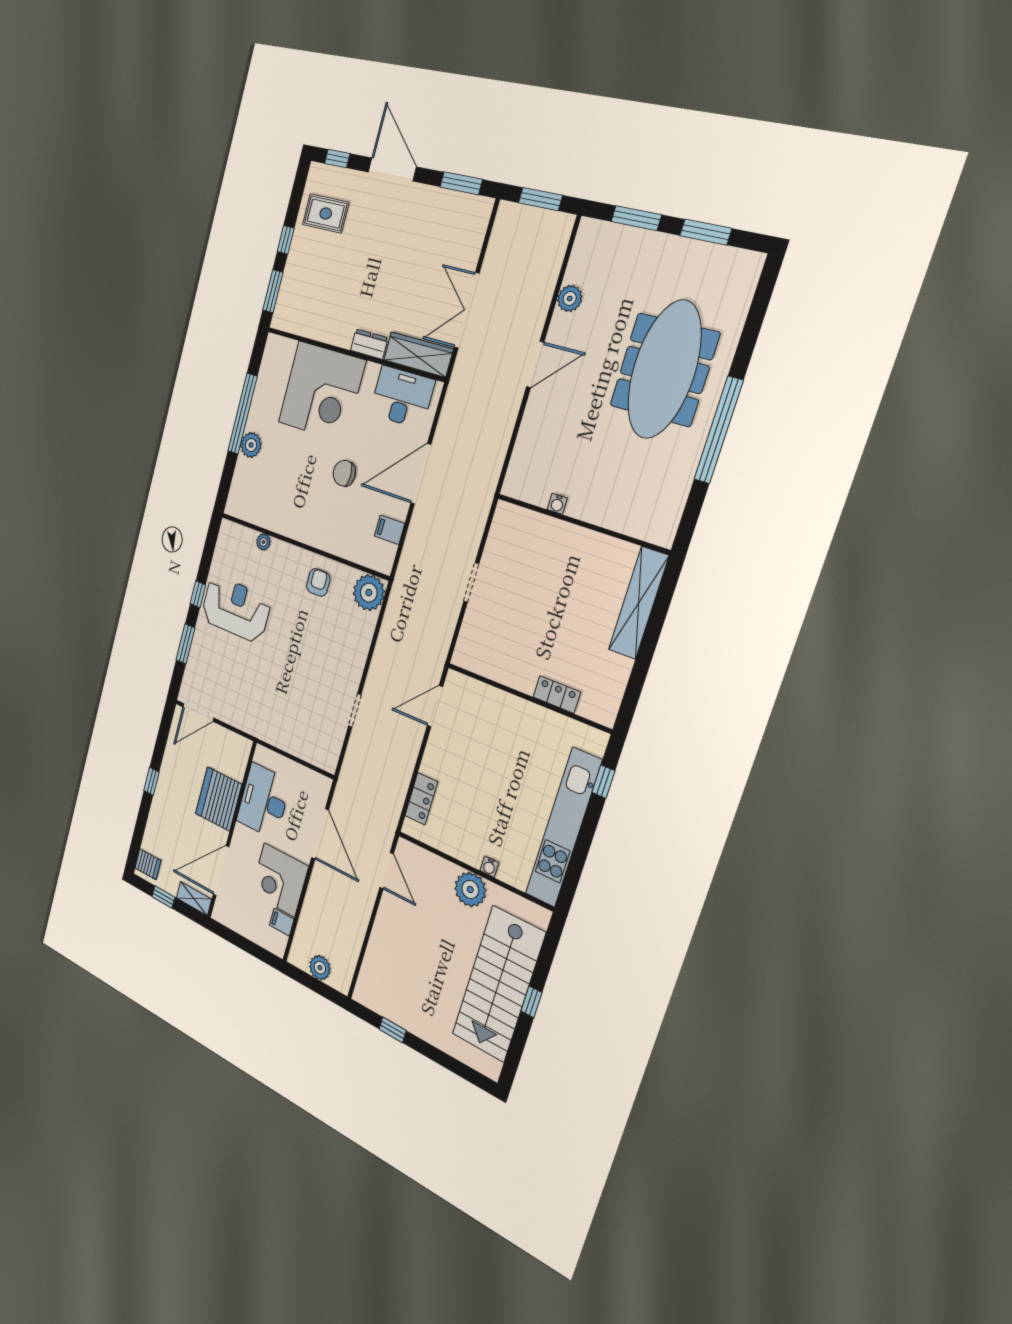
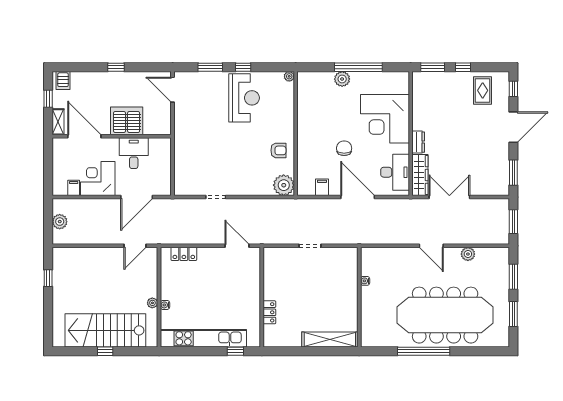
meeting table: (664, 370) -> (445, 315), width x1.36, depth x1.27
plant: (263, 542) -> (289, 76), moved
desk: (264, 801) -> (134, 153), width x0.73
plant: (470, 889) -> (152, 303), width x0.53, depth x0.53

